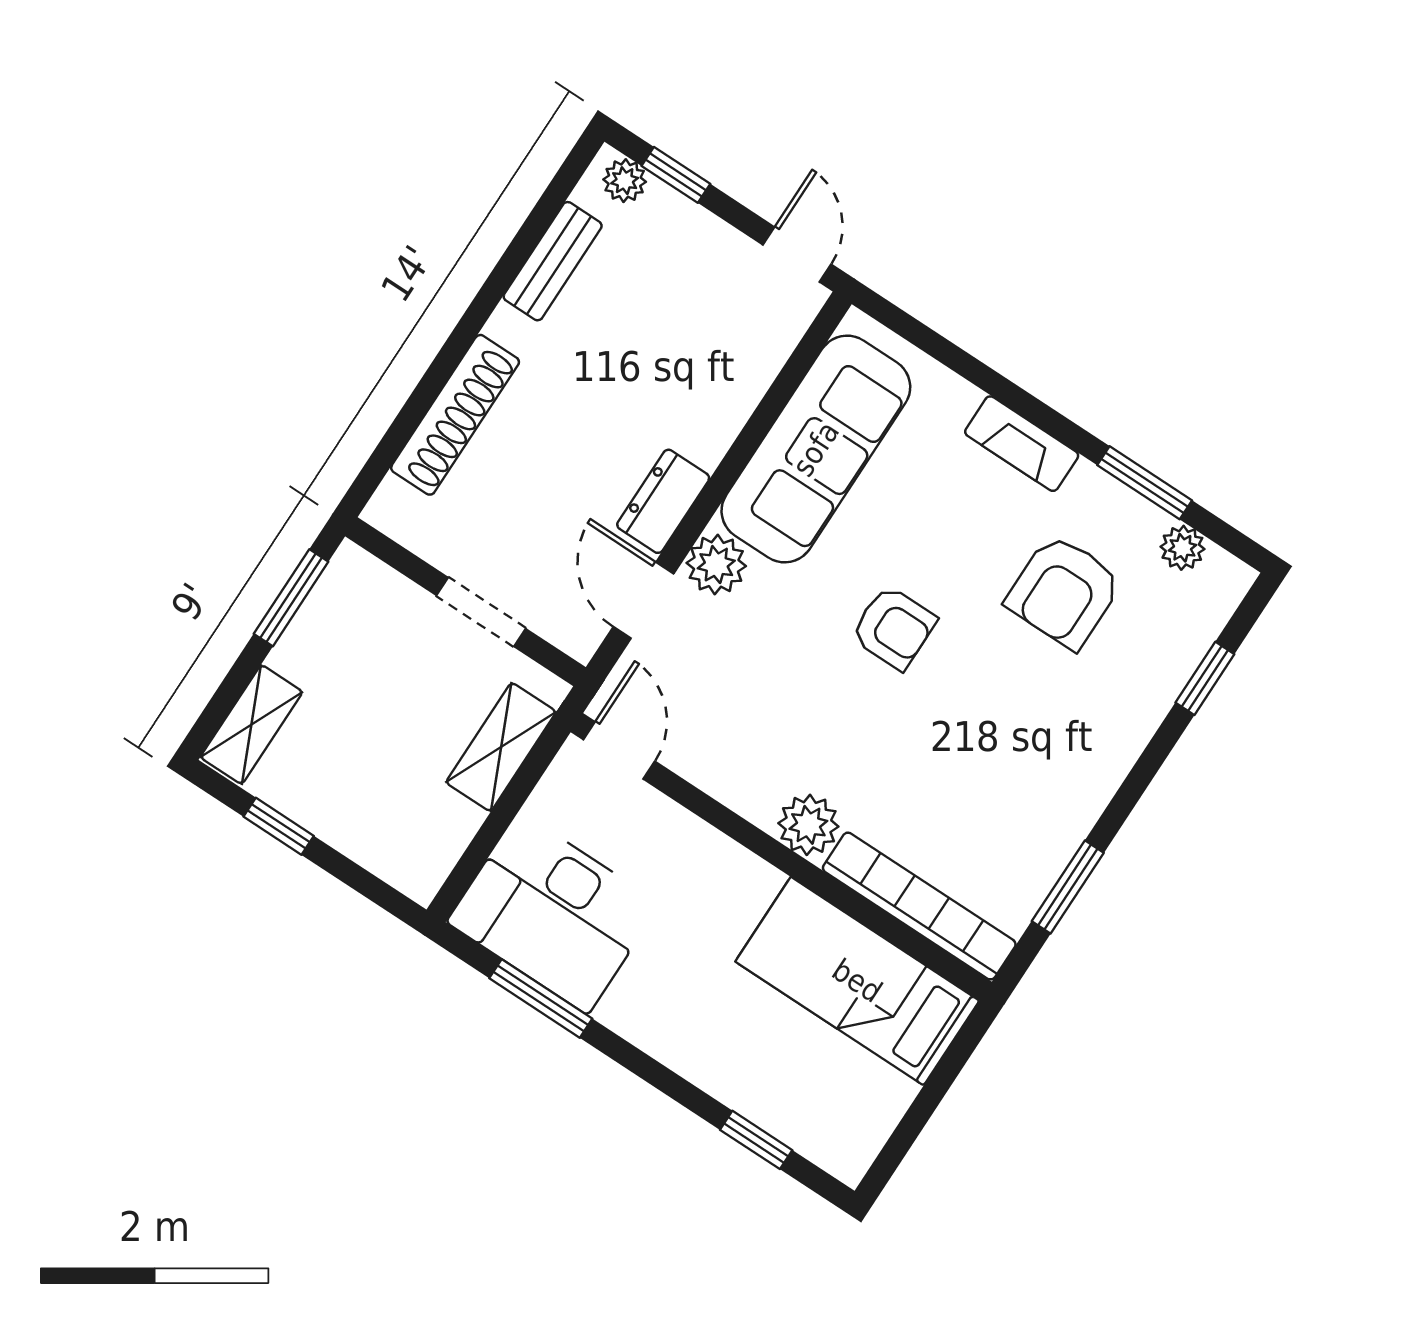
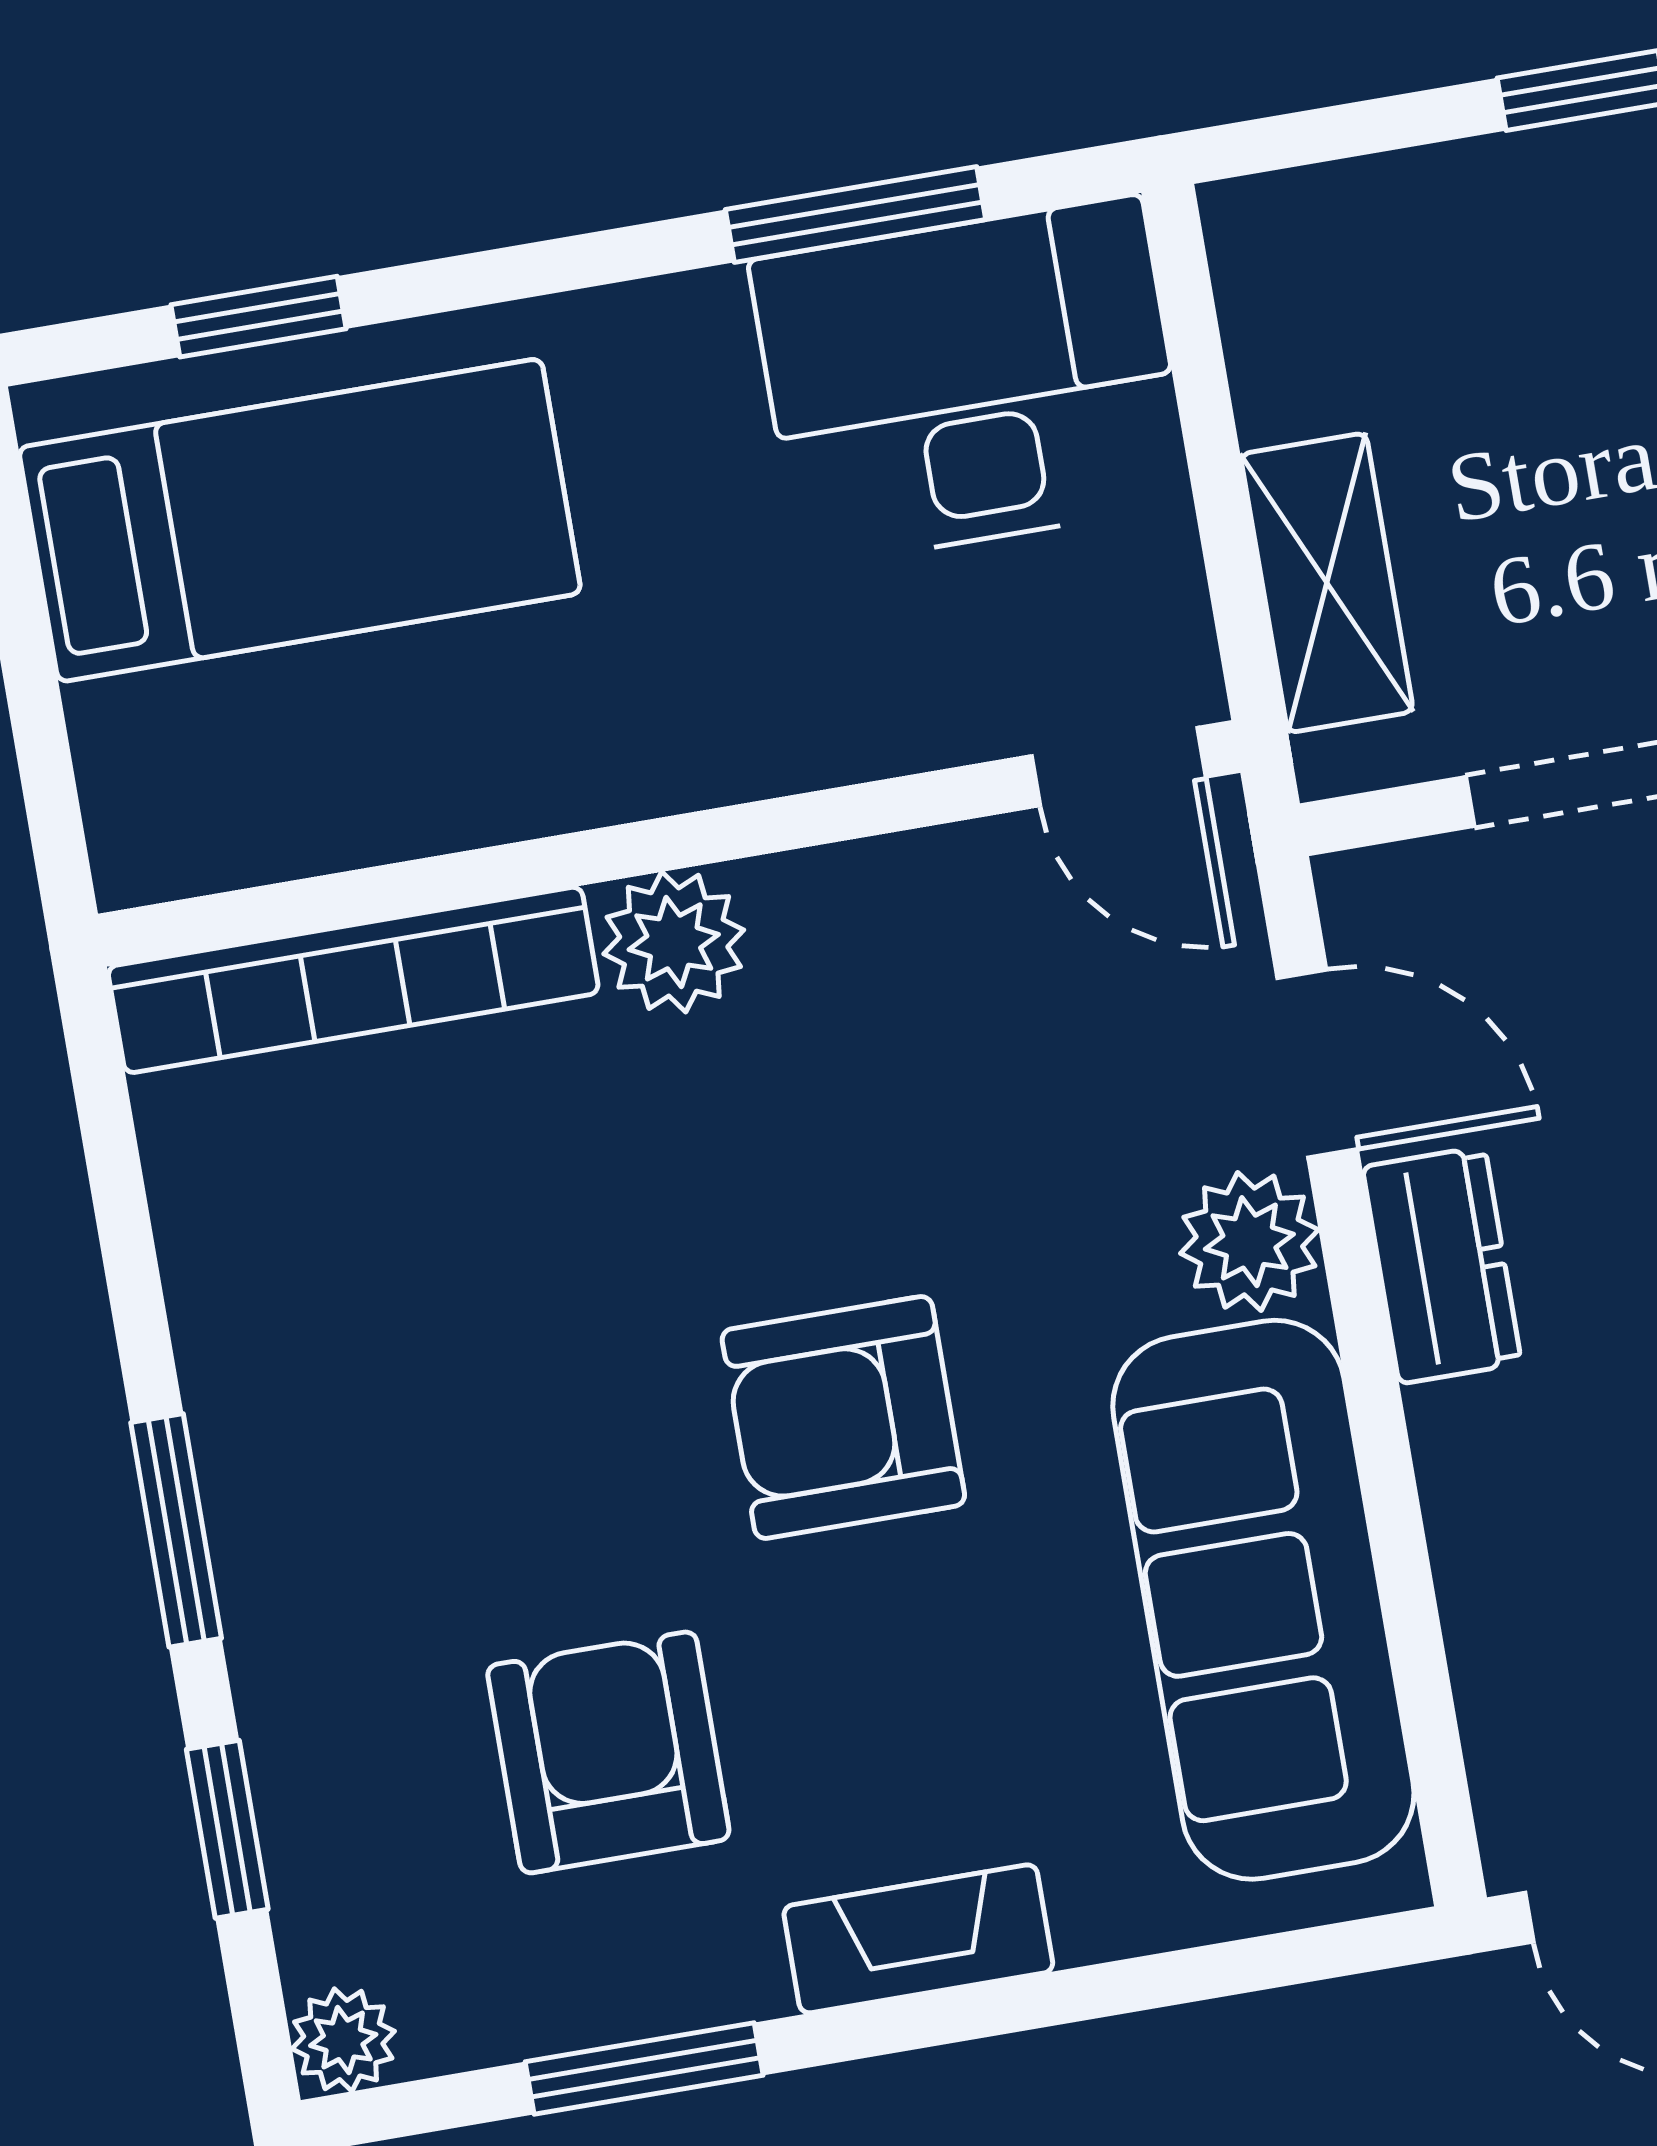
plant: (1182, 548) -> (343, 2040), moved
armchair: (894, 628) -> (843, 1417), width x1.38, depth x1.38
window: (1068, 887) -> (176, 1530), moved
bed: (857, 981) -> (300, 520), moved

